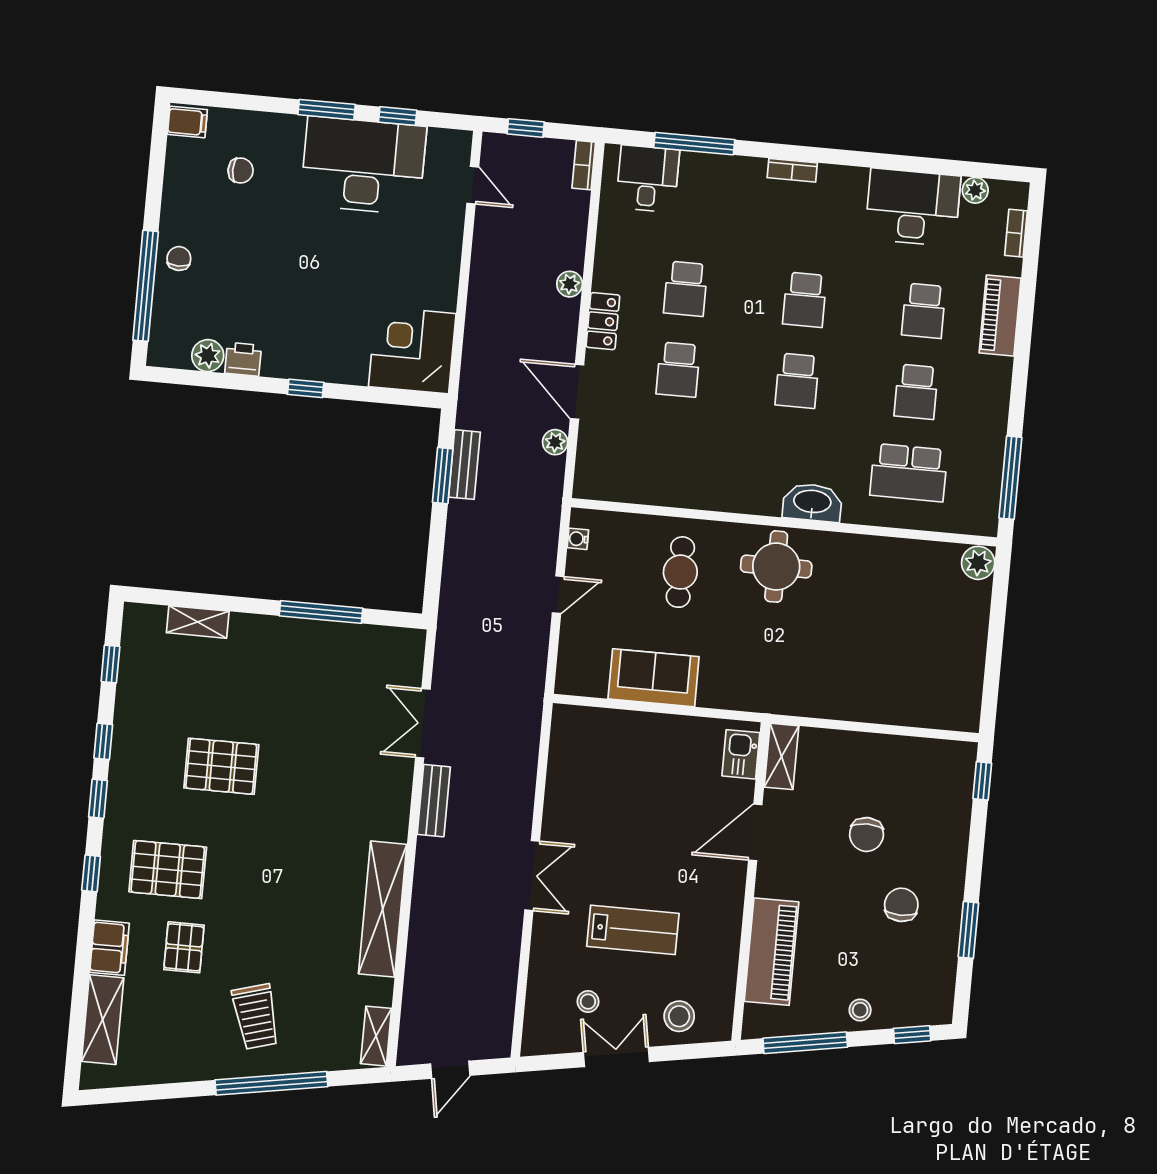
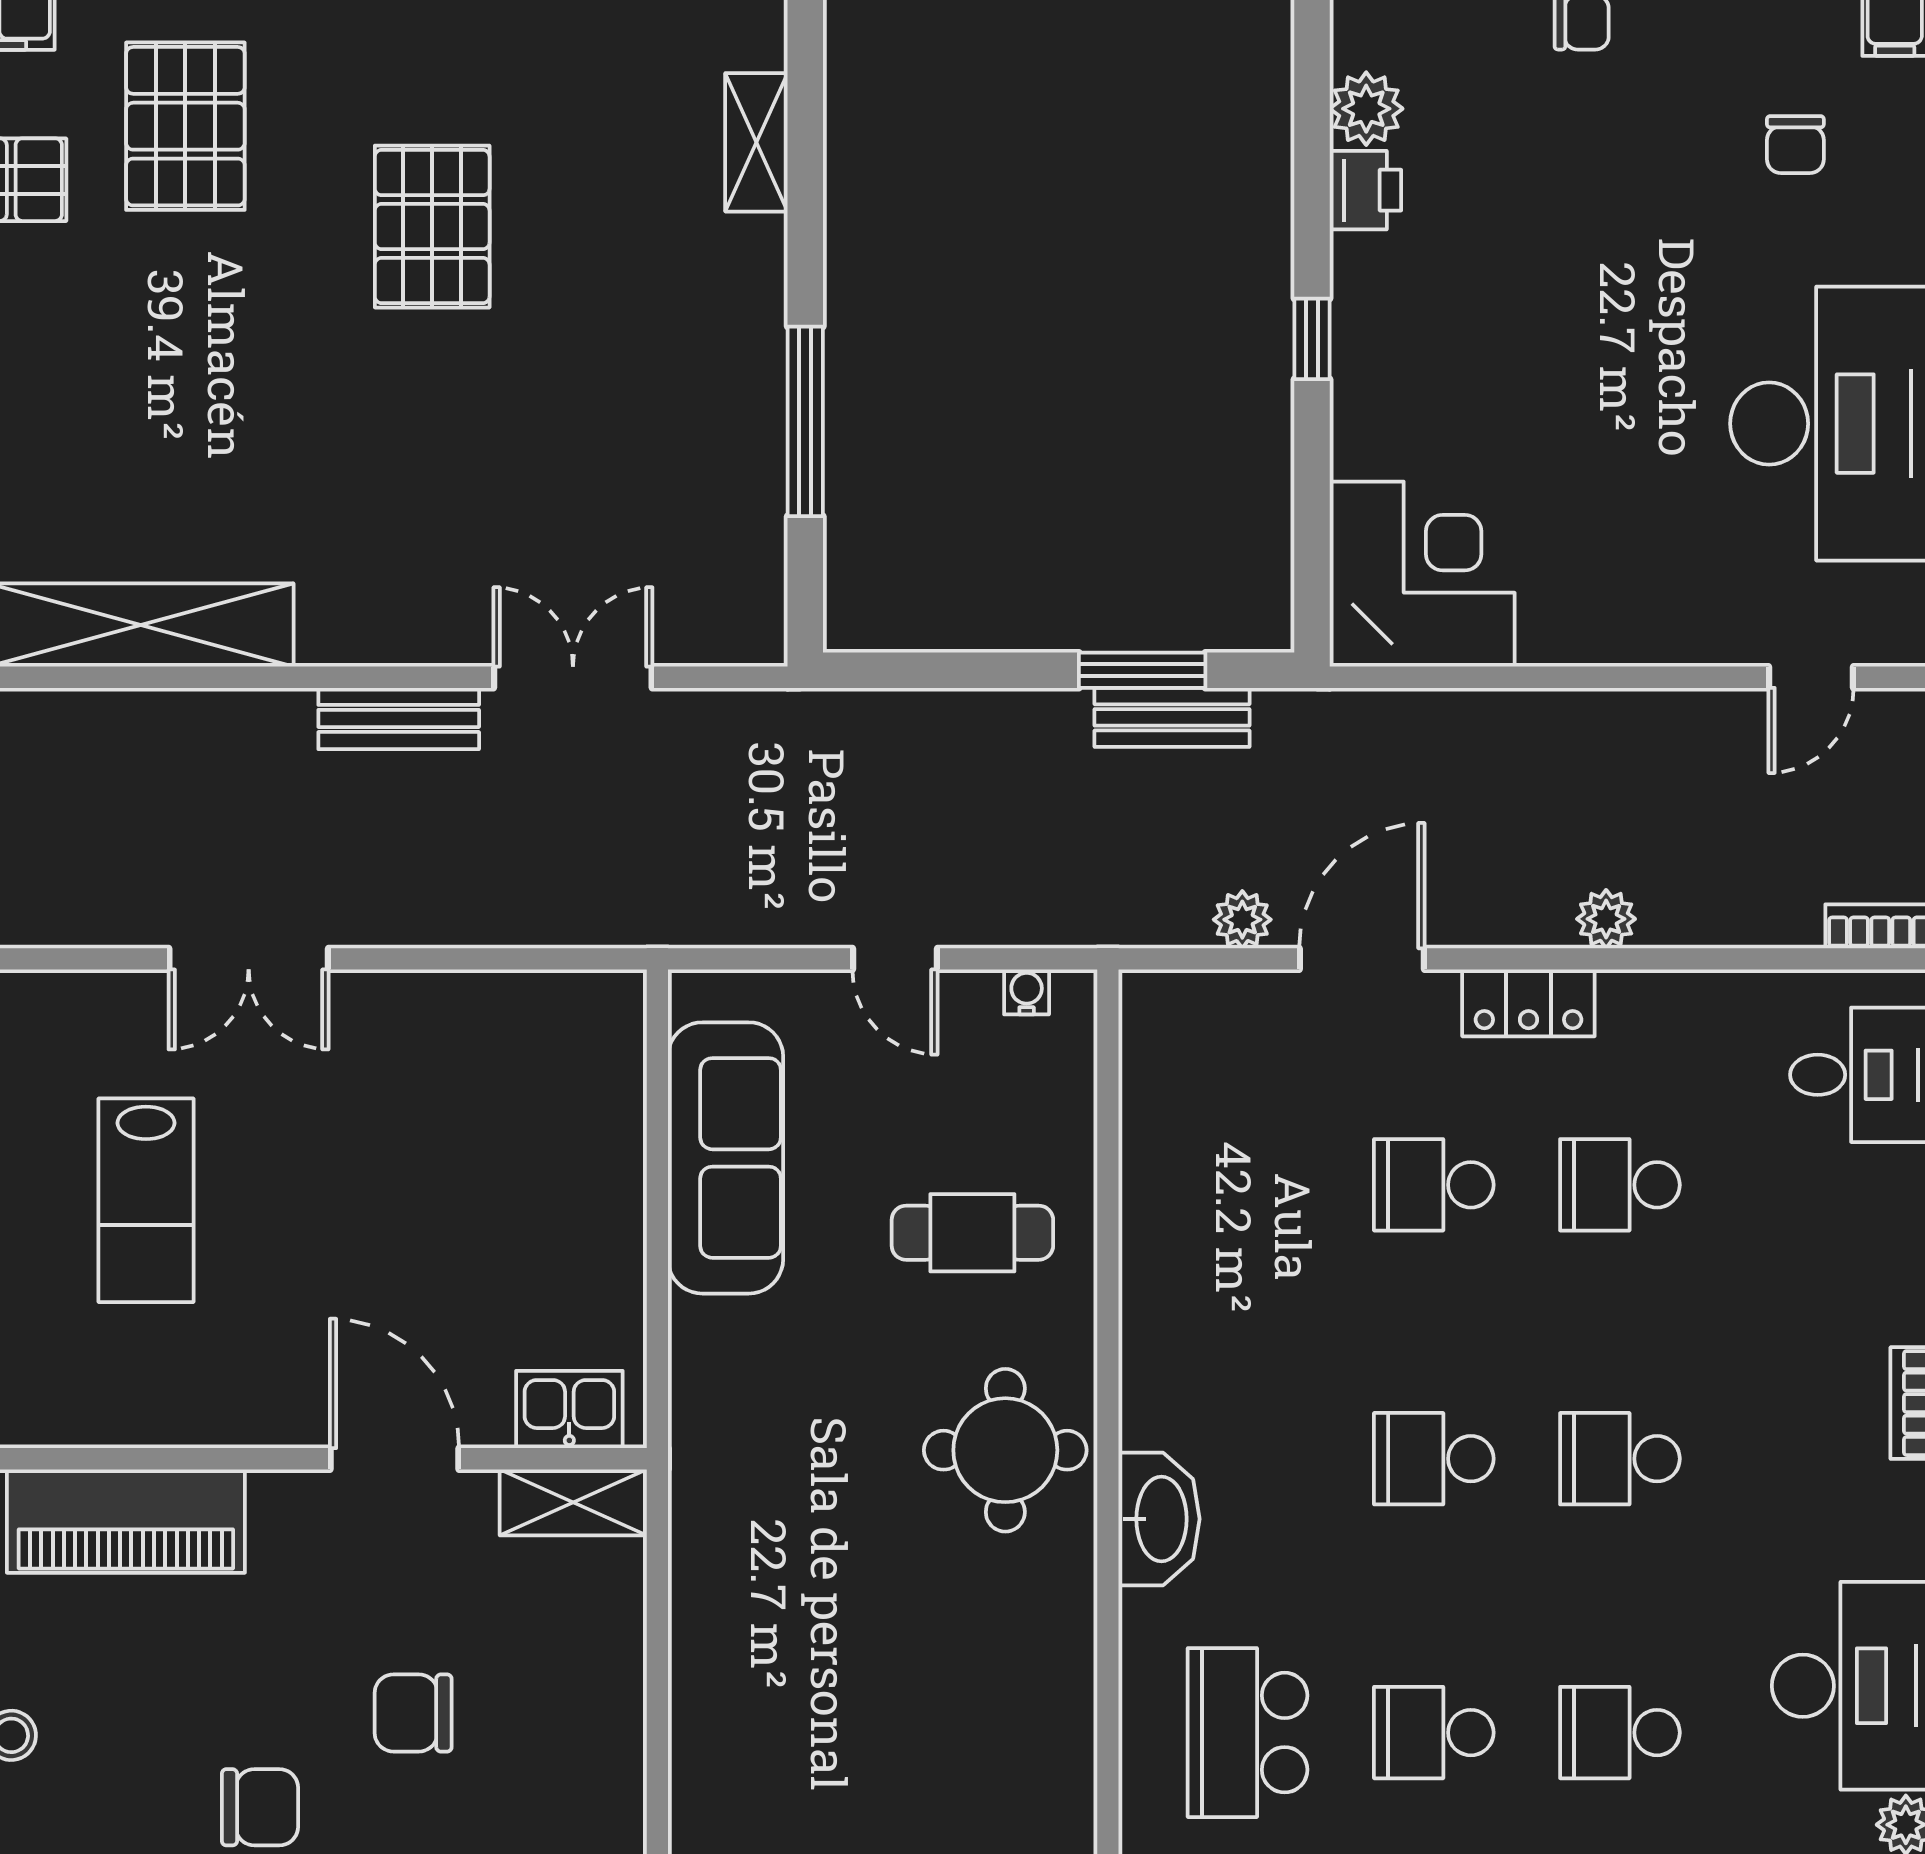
sofa: (654, 678) -> (726, 1158), width x1.36

